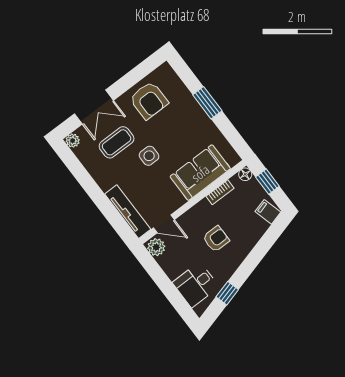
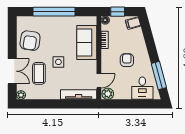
armchair: (149, 100) -> (30, 41), turned 99
window: (207, 103) -> (54, 12), width x2.11
window: (227, 293) -> (159, 76), width x2.17

